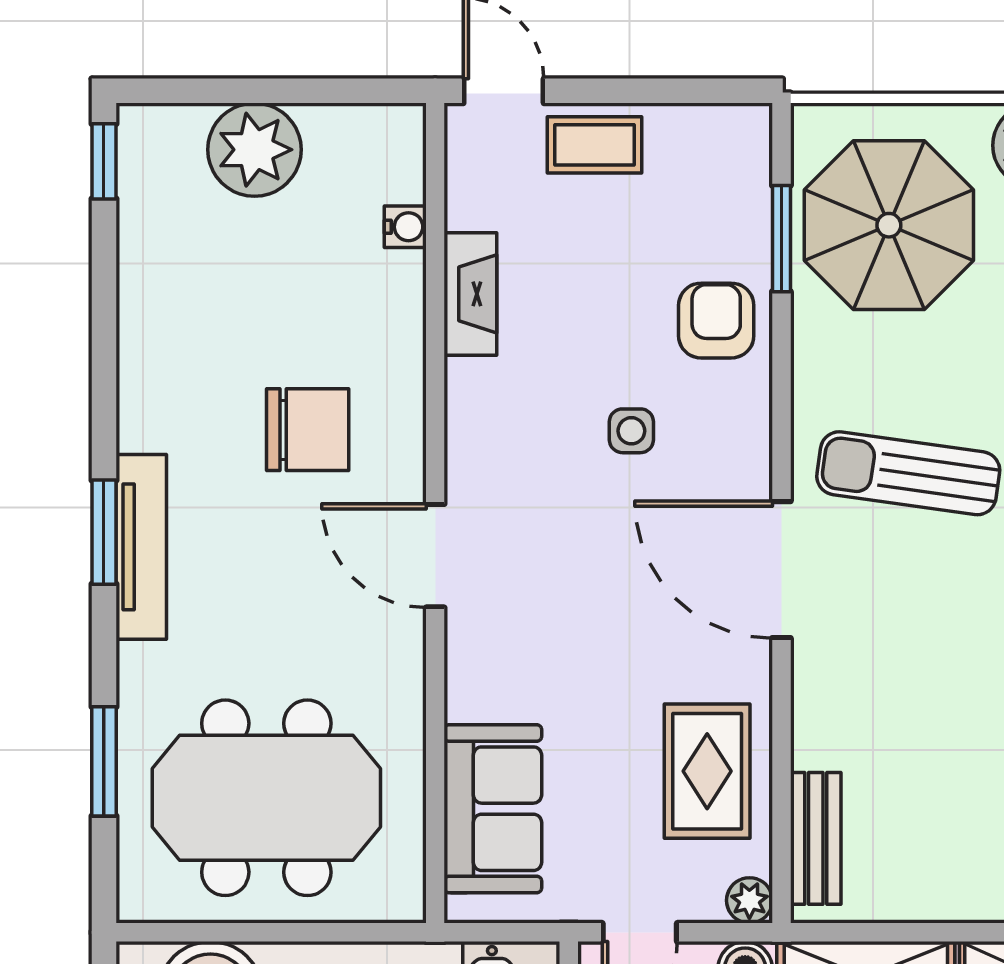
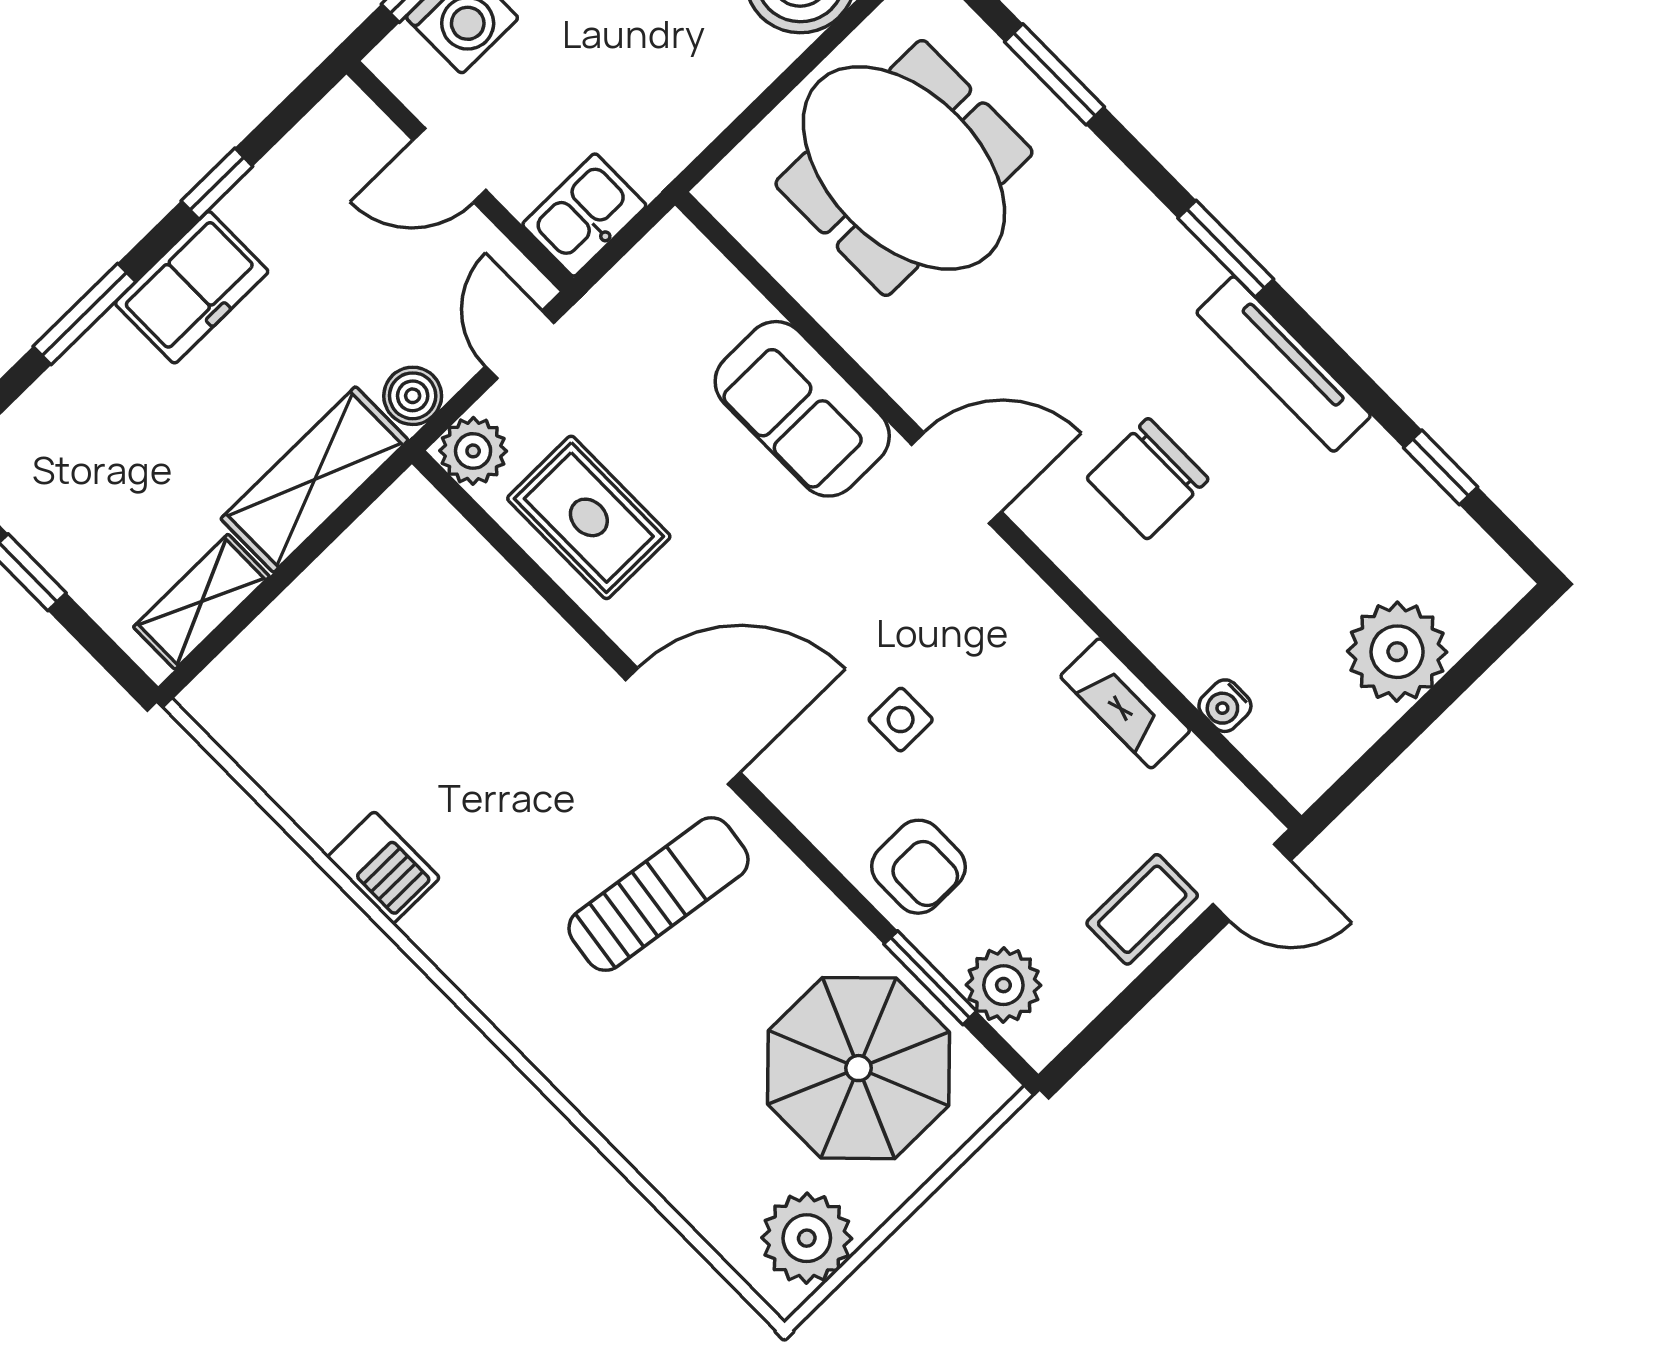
window: (104, 161) -> (1441, 467), moved
plant: (737, 185) -> (1003, 985), added
tv unit: (141, 547) -> (1284, 364), moved
meeting table: (266, 798) -> (904, 168), turned 90
sofa: (493, 809) -> (802, 409), moved
bench: (816, 838) -> (456, 548), removed
plant: (749, 900) -> (473, 451), width x1.38, depth x1.38

